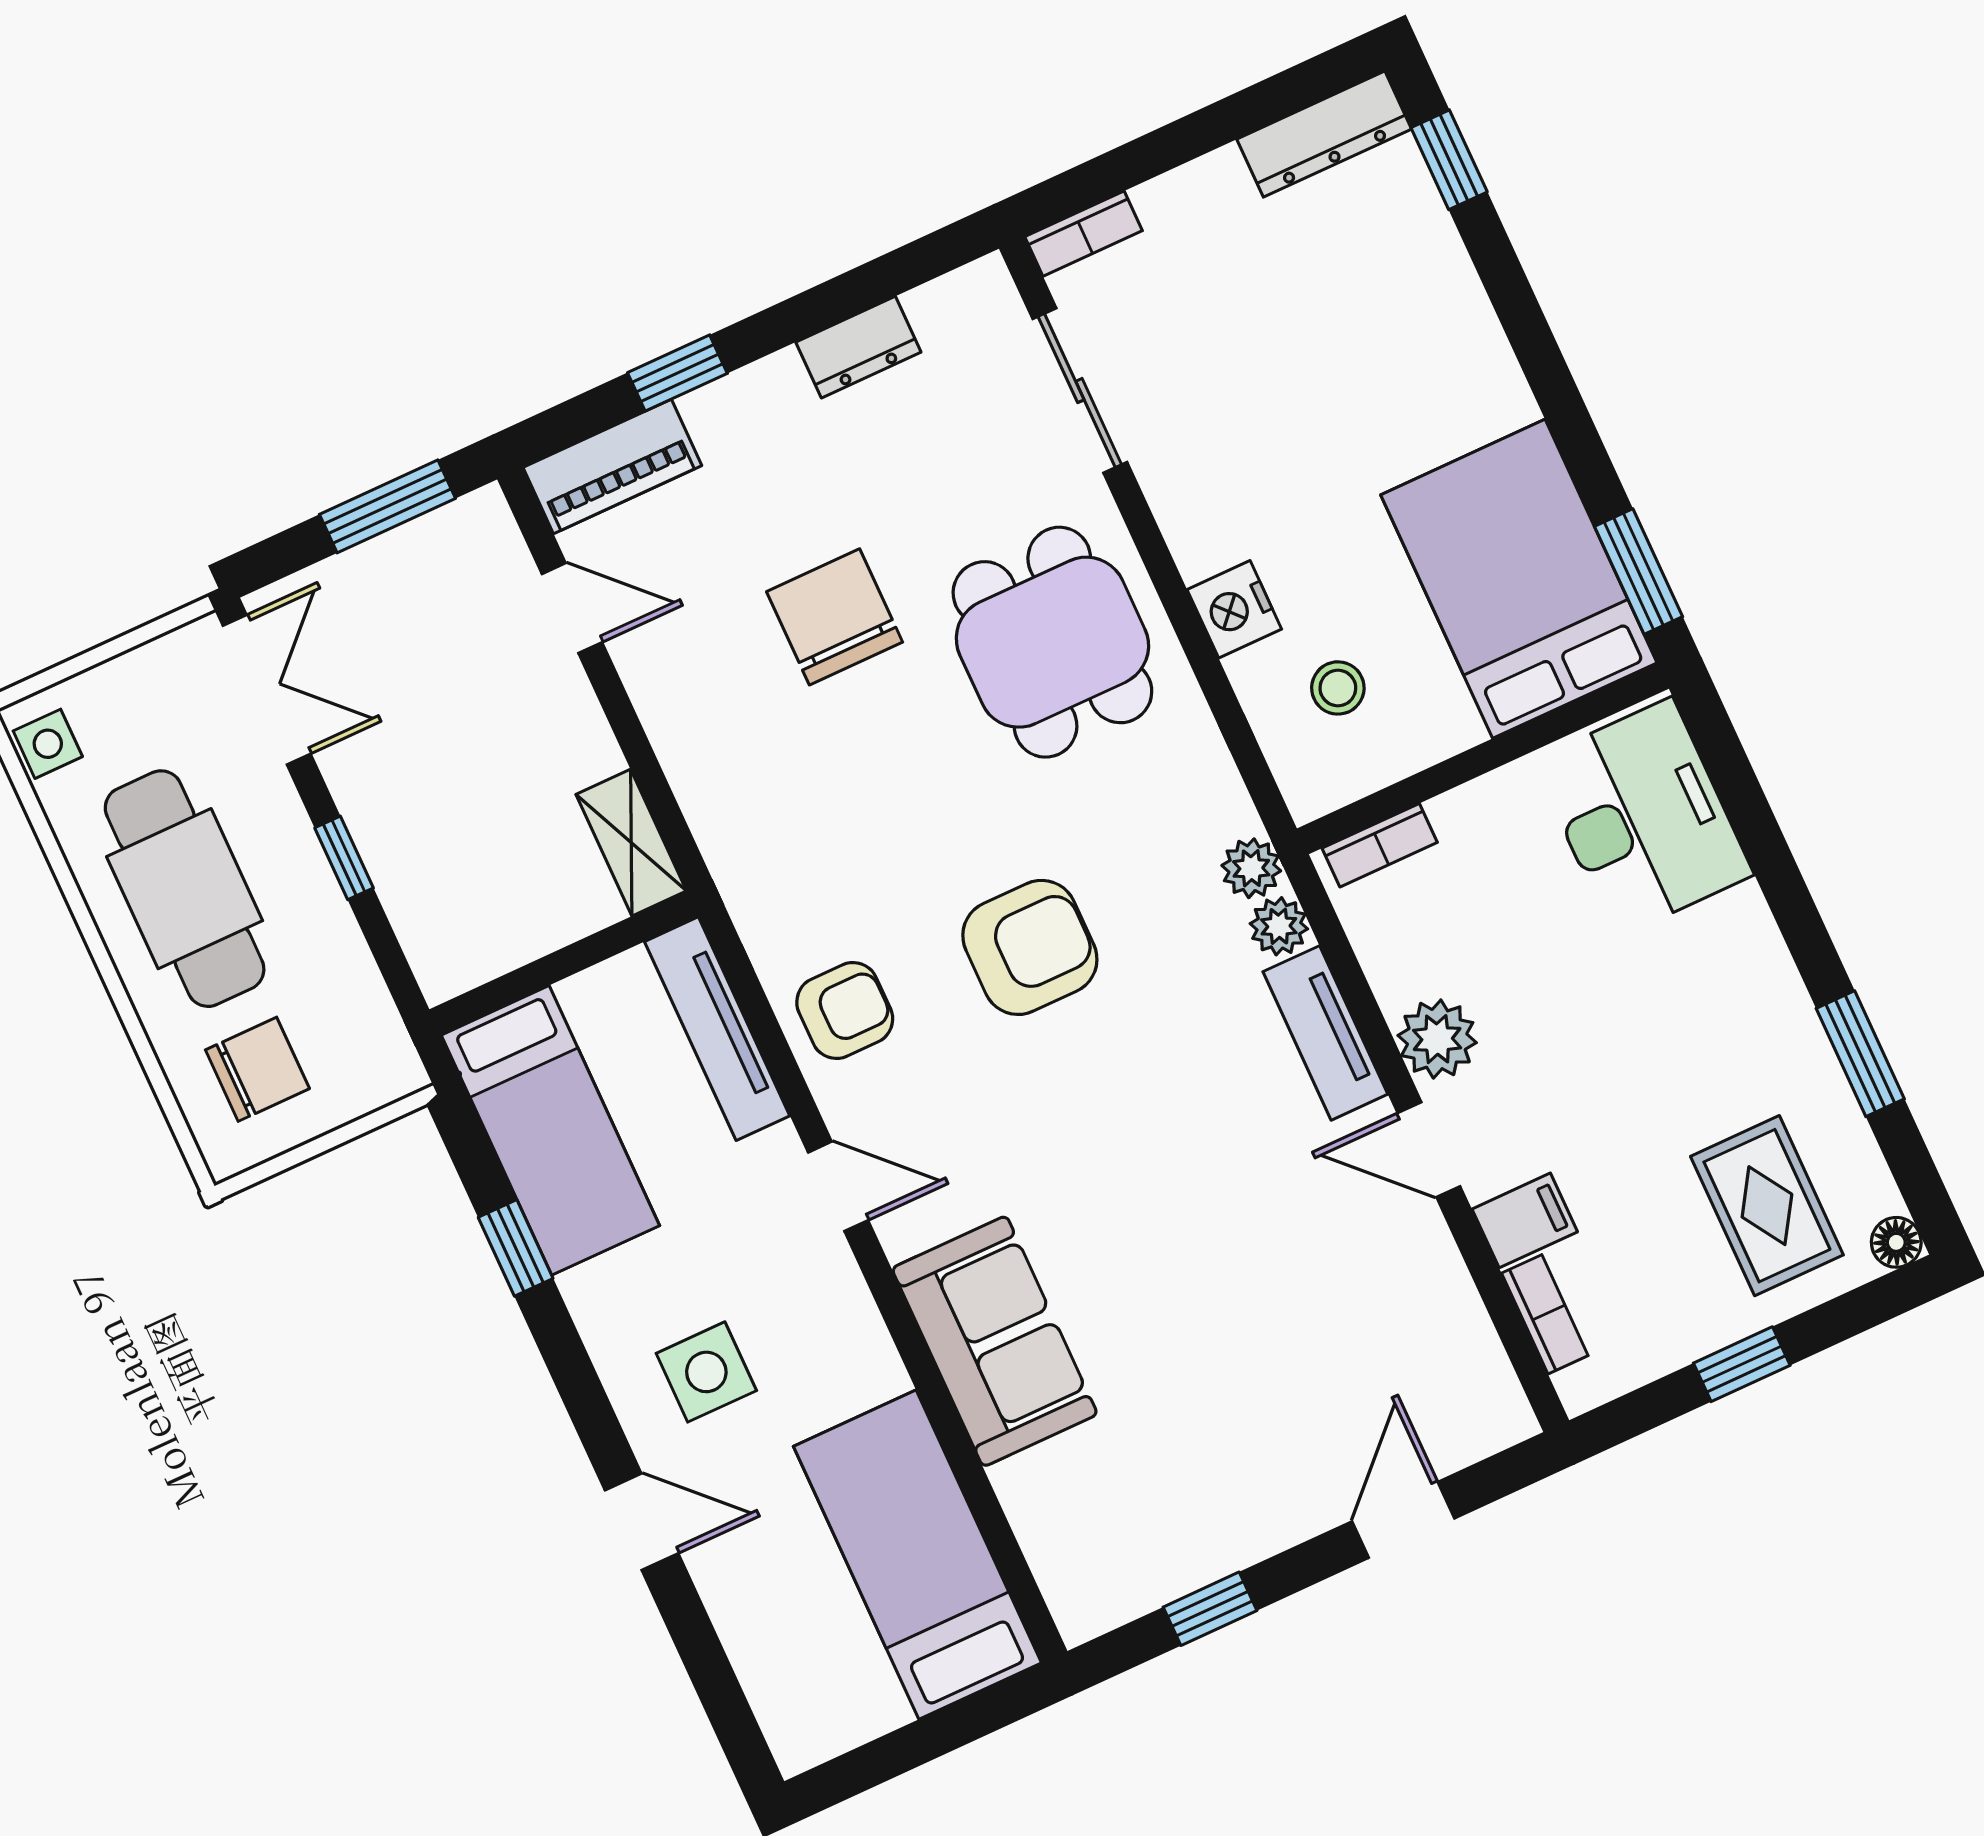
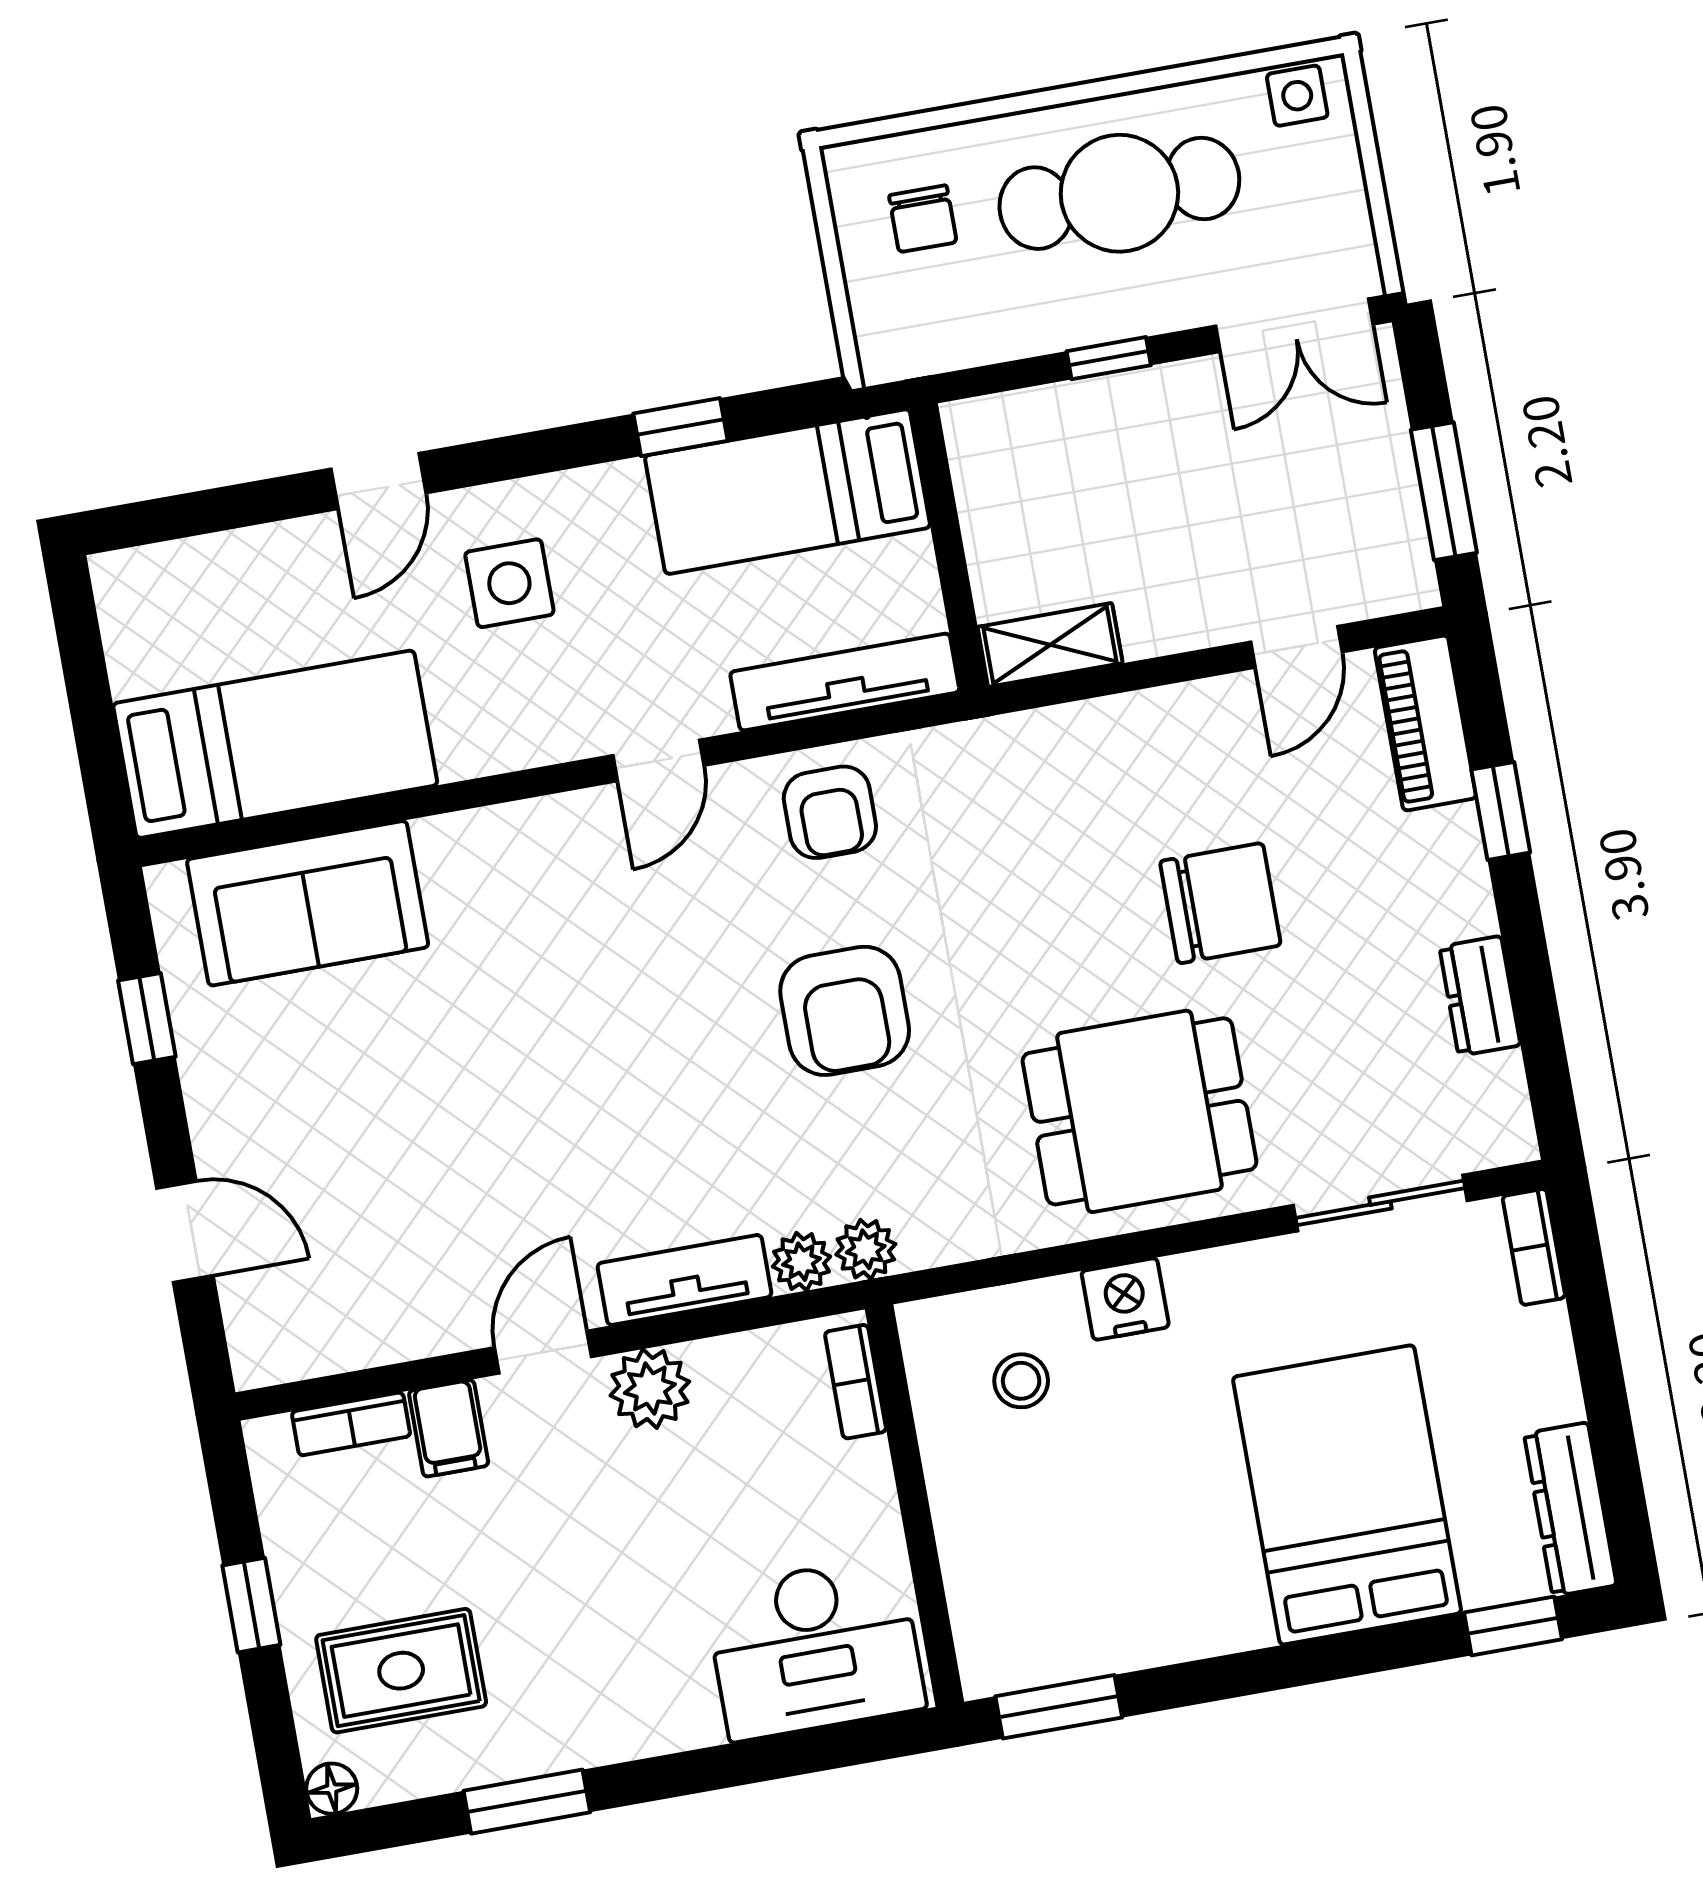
bed: (1519, 579) -> (1347, 1495), moved, turned -90
chair: (257, 1069) -> (923, 219), width x0.73, depth x0.73
sofa: (995, 1341) -> (308, 903), moved

